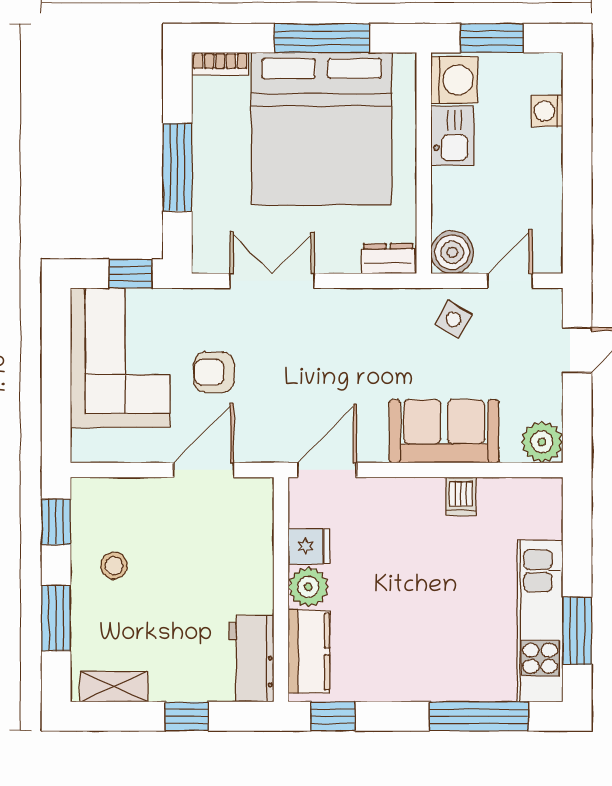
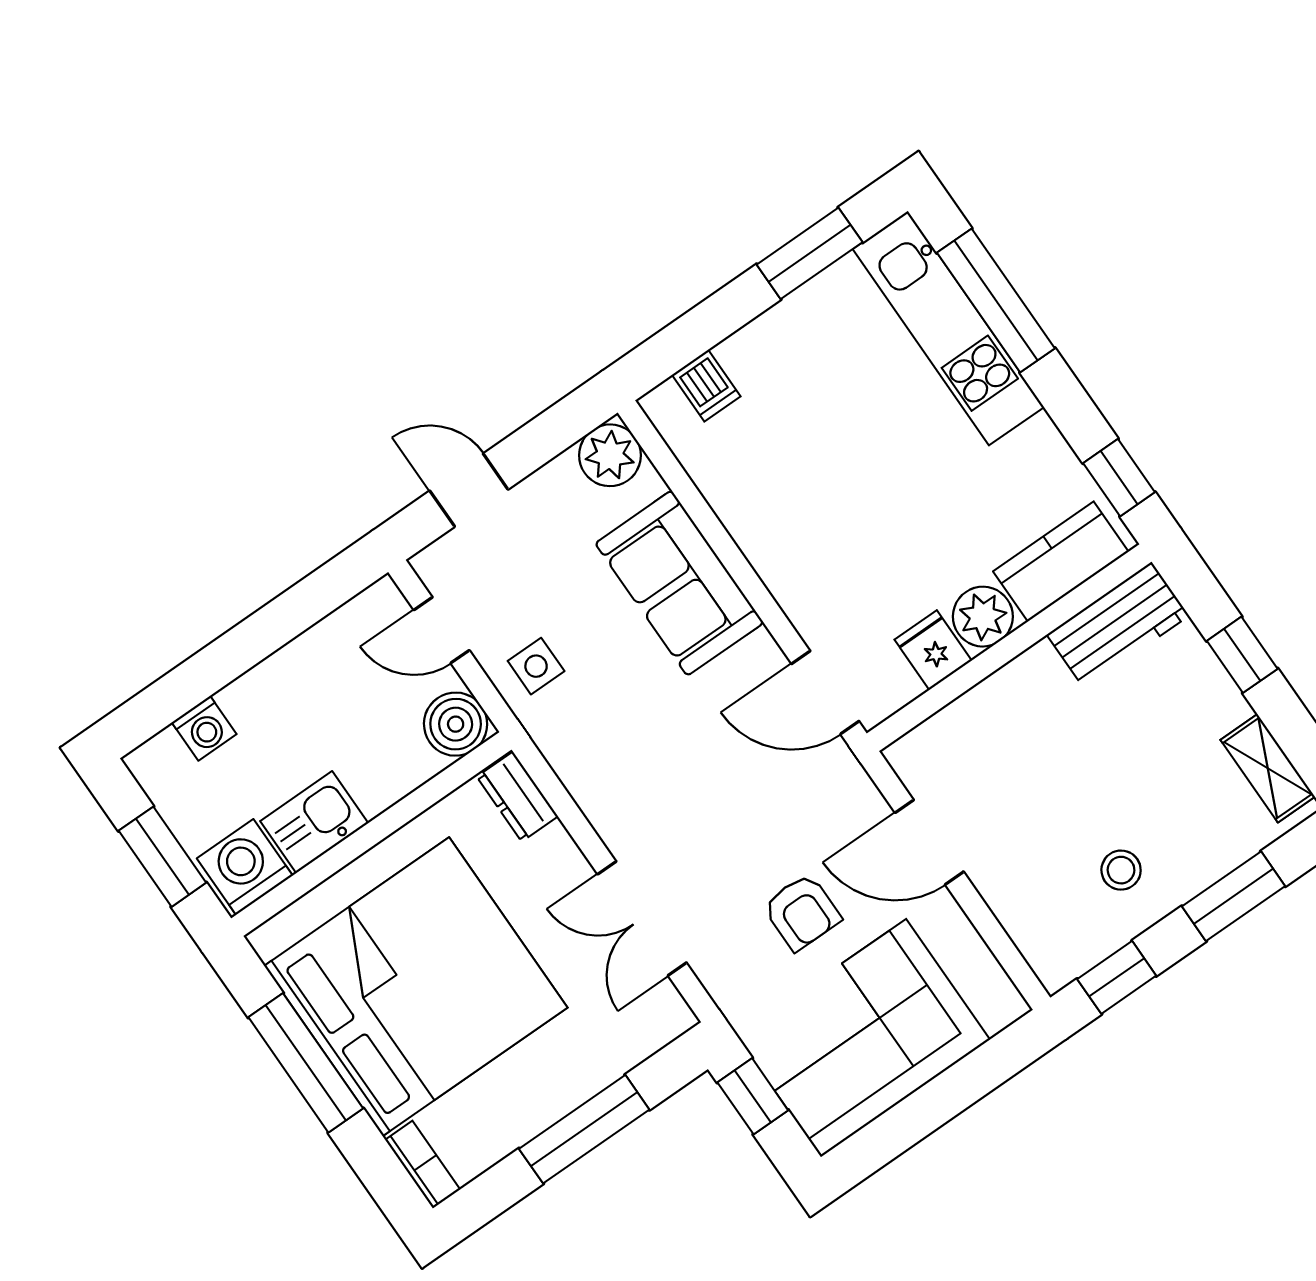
side table: (453, 319) -> (536, 666), turned -30
dishwasher: (461, 496) -> (706, 386), moved, turned 90
kitchen unit: (540, 621) -> (948, 328), moved, turned 90

